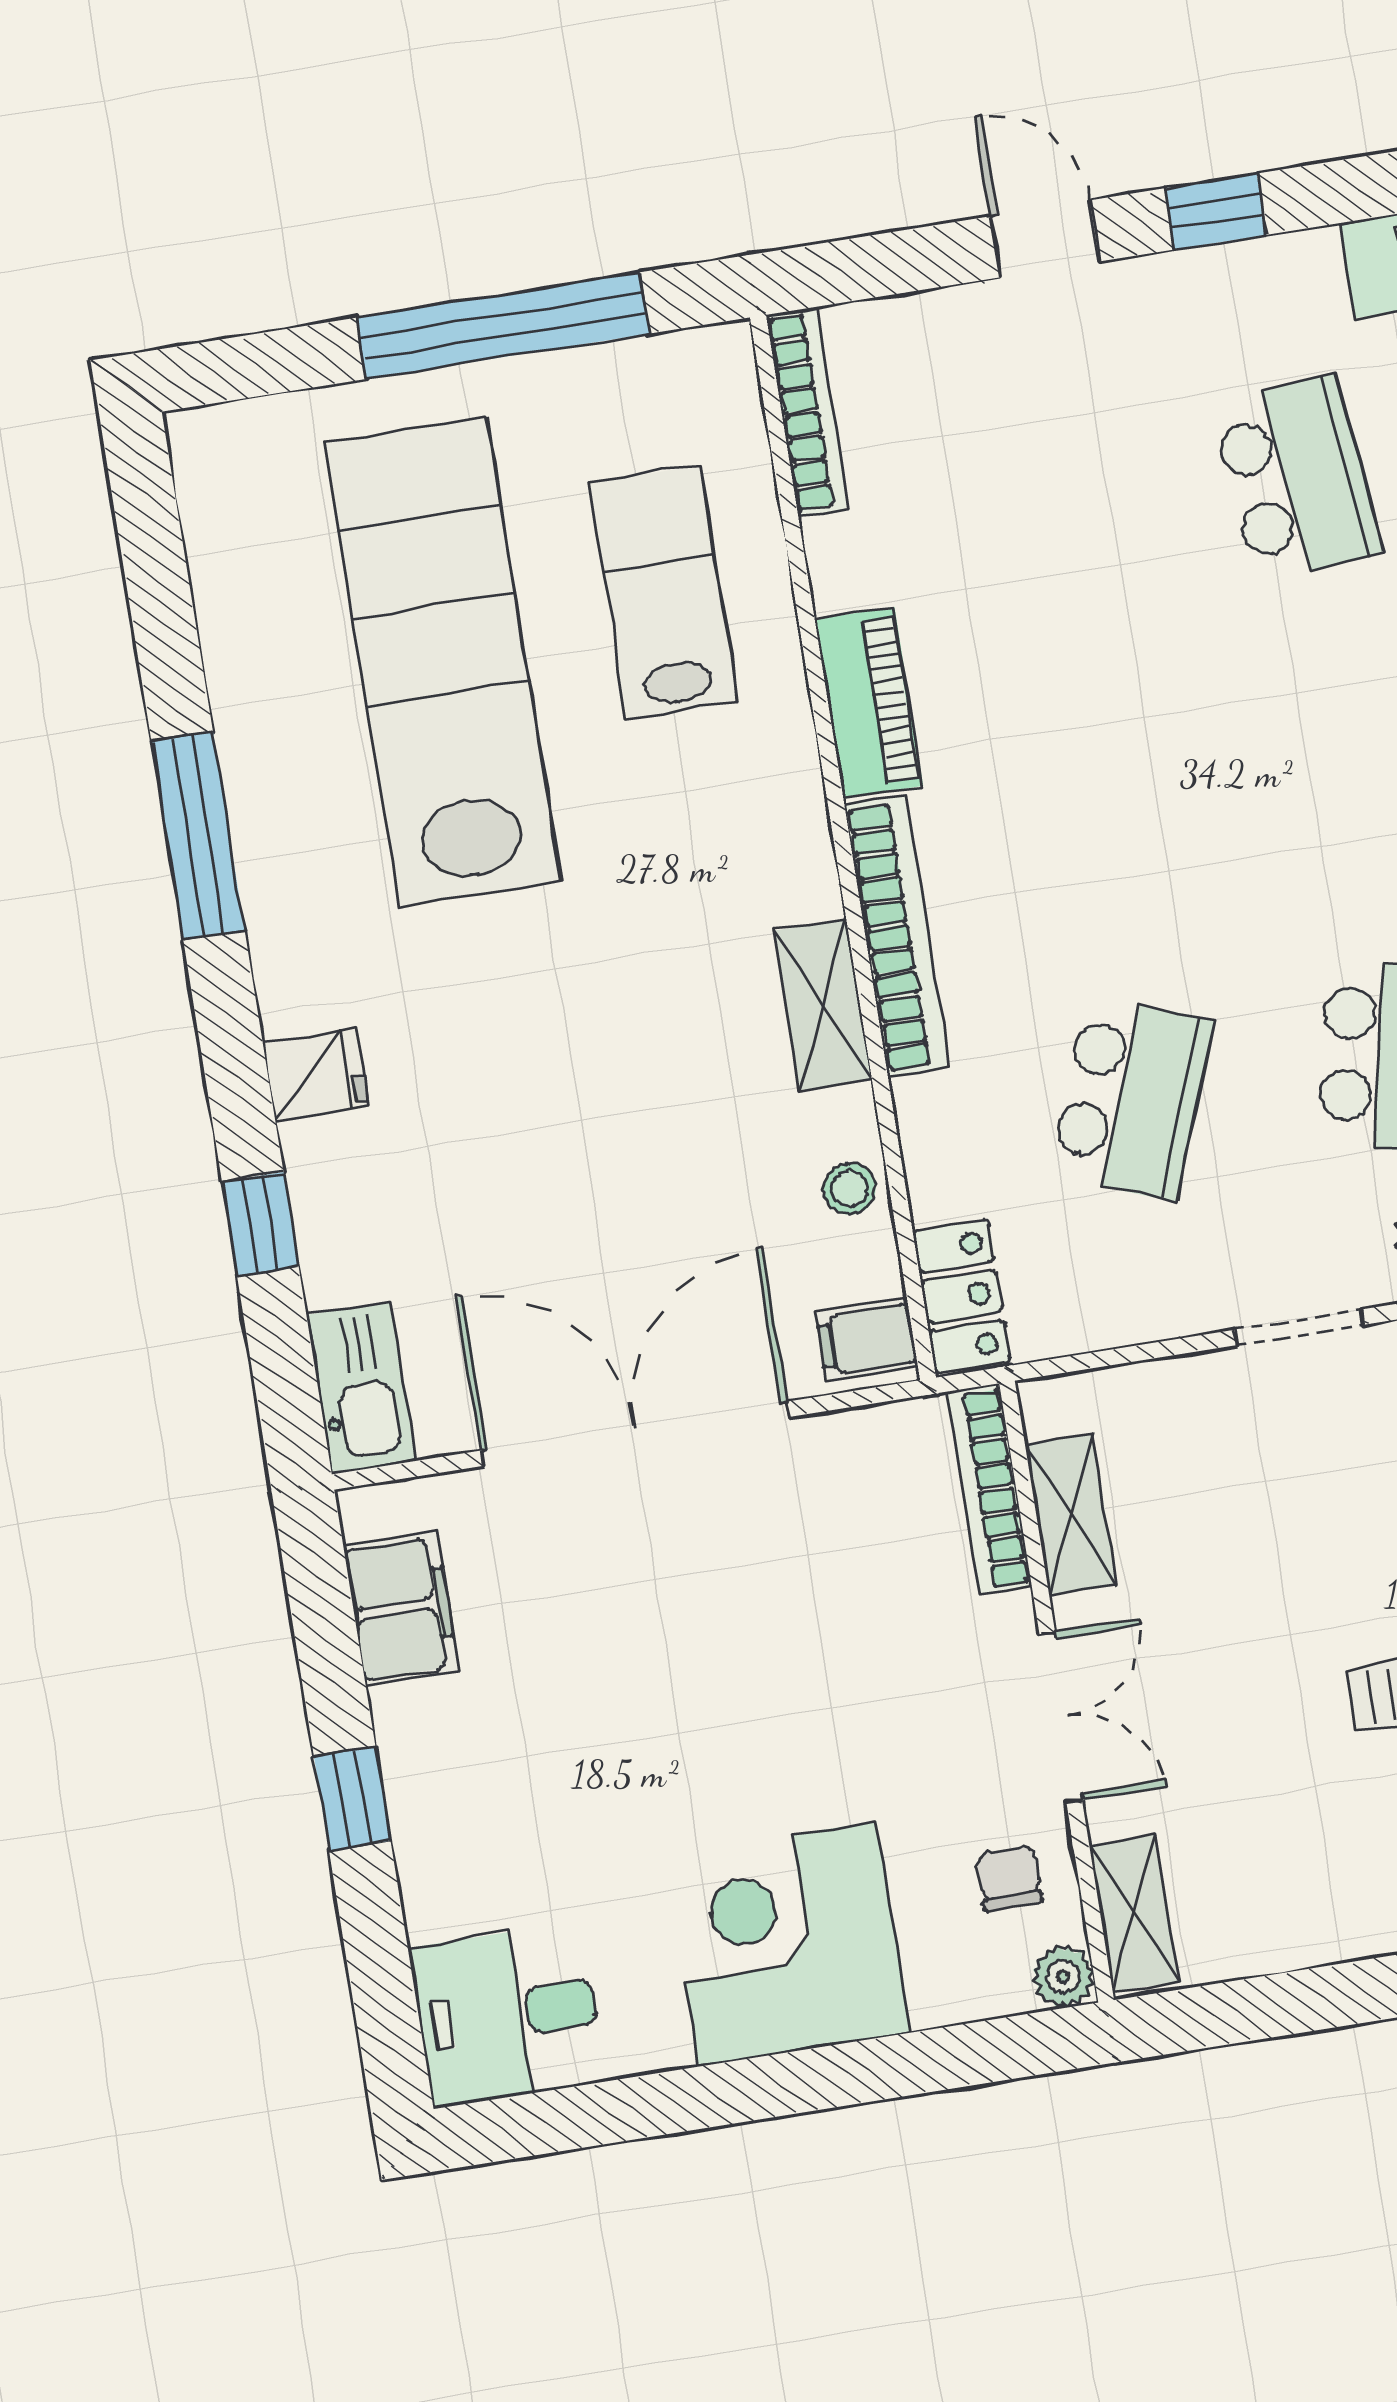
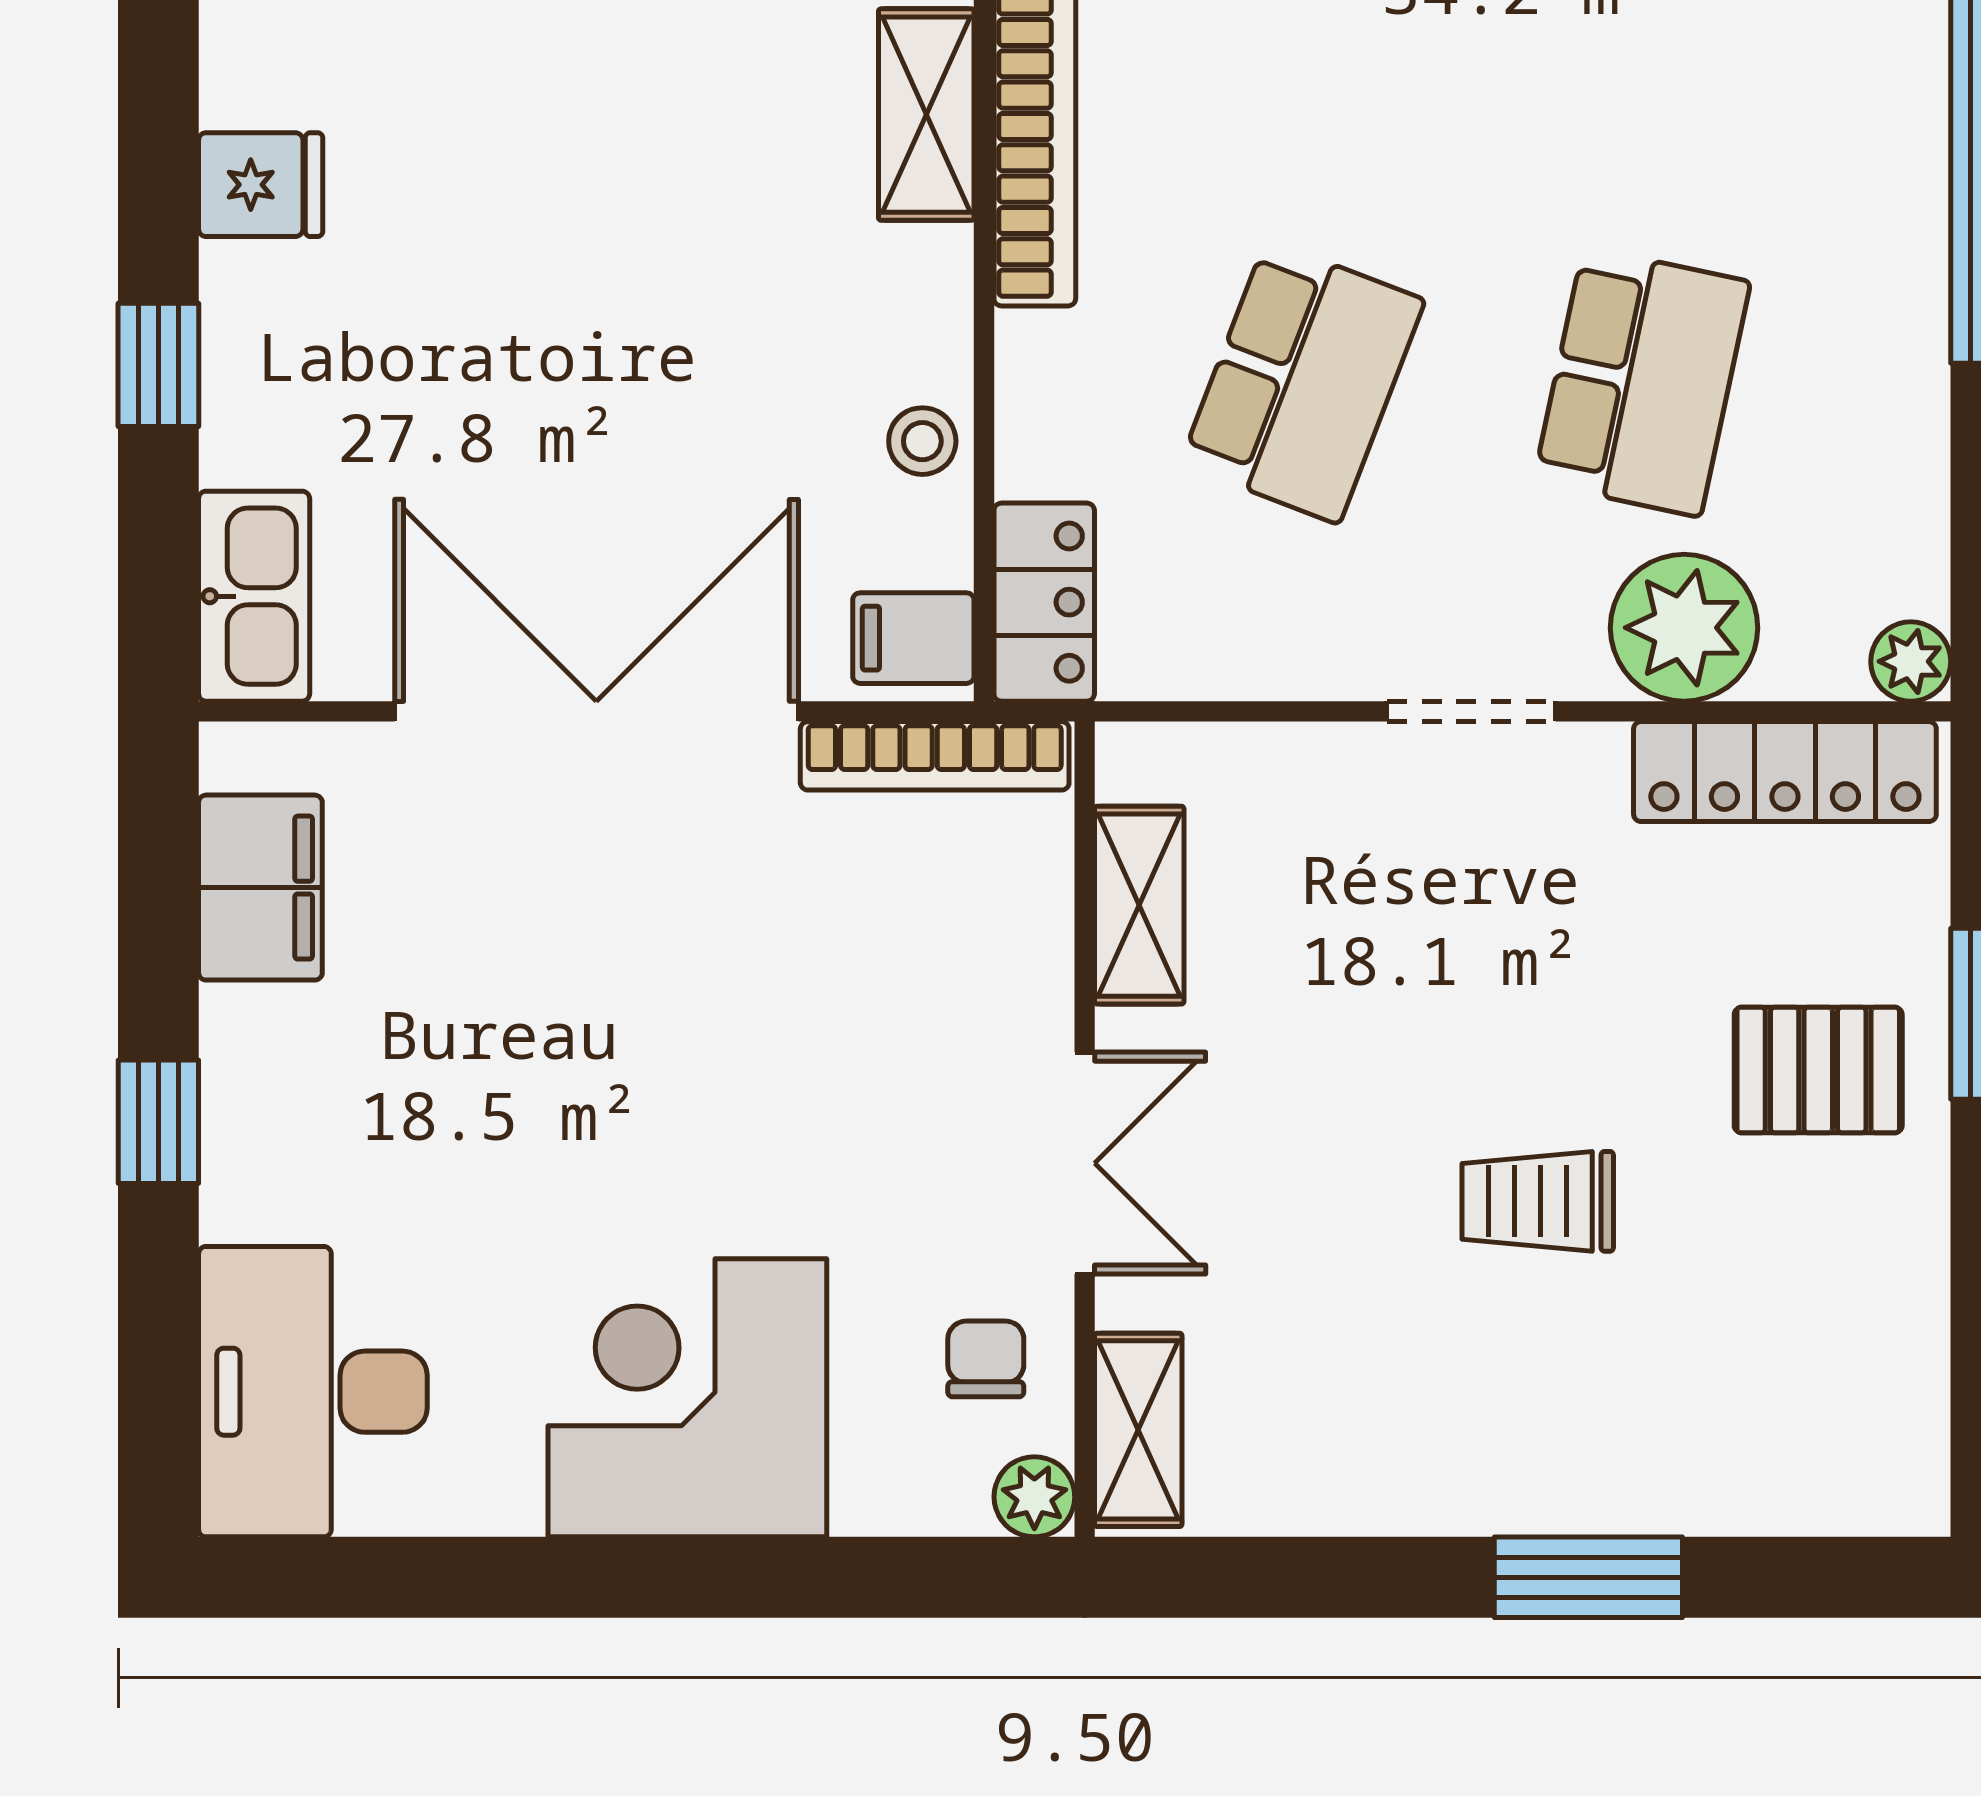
shelving: (823, 1005) -> (926, 115), moved
bookcase: (990, 1489) -> (935, 756), moved, turned -90
desk: (507, 2015) -> (313, 1392), width x1.37

